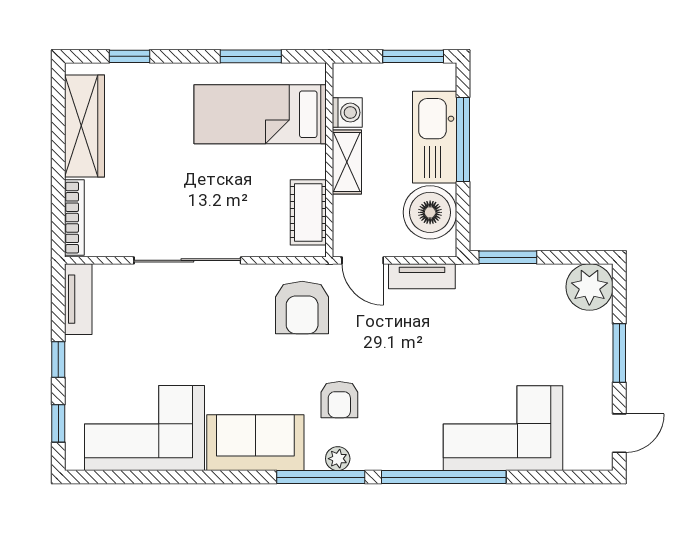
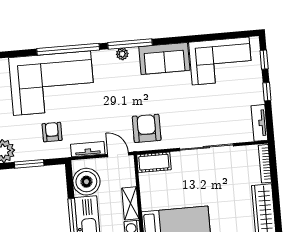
cot: (308, 212) -> (154, 162), moved, turned 90
window: (508, 257) -> (29, 164), moved
armchair: (339, 400) -> (52, 132), moved
corner sofa: (503, 428) -> (52, 83), width x1.36, depth x1.36

